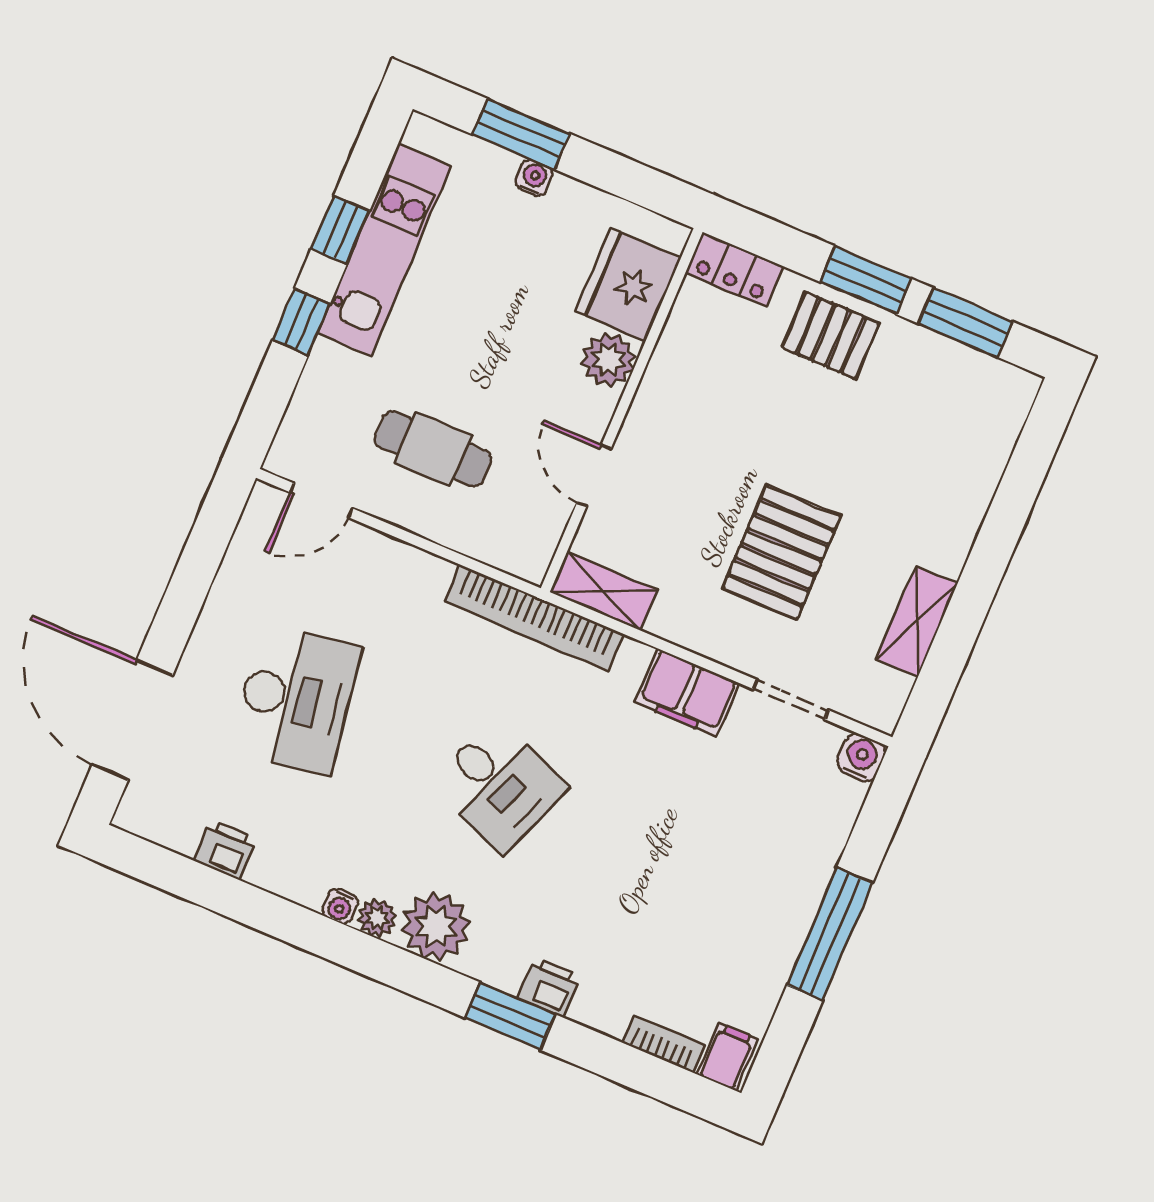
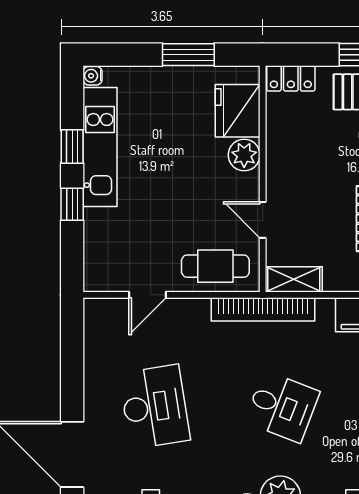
window: (521, 134) -> (188, 55), moved
water cooler: (534, 178) -> (93, 76), moved, turned -90
cafe table: (433, 449) -> (215, 266), moved
door: (321, 500) -> (147, 295), moved

